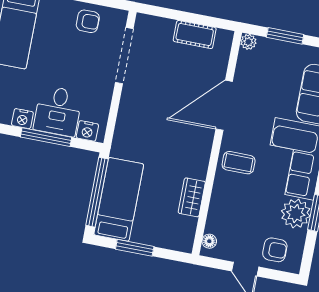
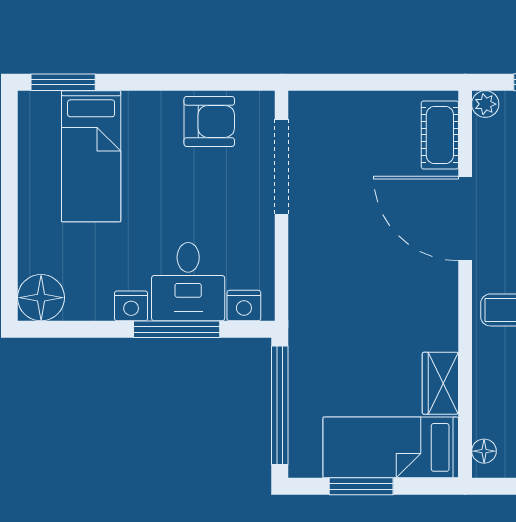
armchair: (88, 21) -> (209, 121), width x1.38, depth x1.38
cot: (195, 35) -> (440, 135), moved, turned 90
door: (224, 105) -> (465, 218), hinge flipped
bed: (119, 199) -> (391, 447), moved, turned -90

